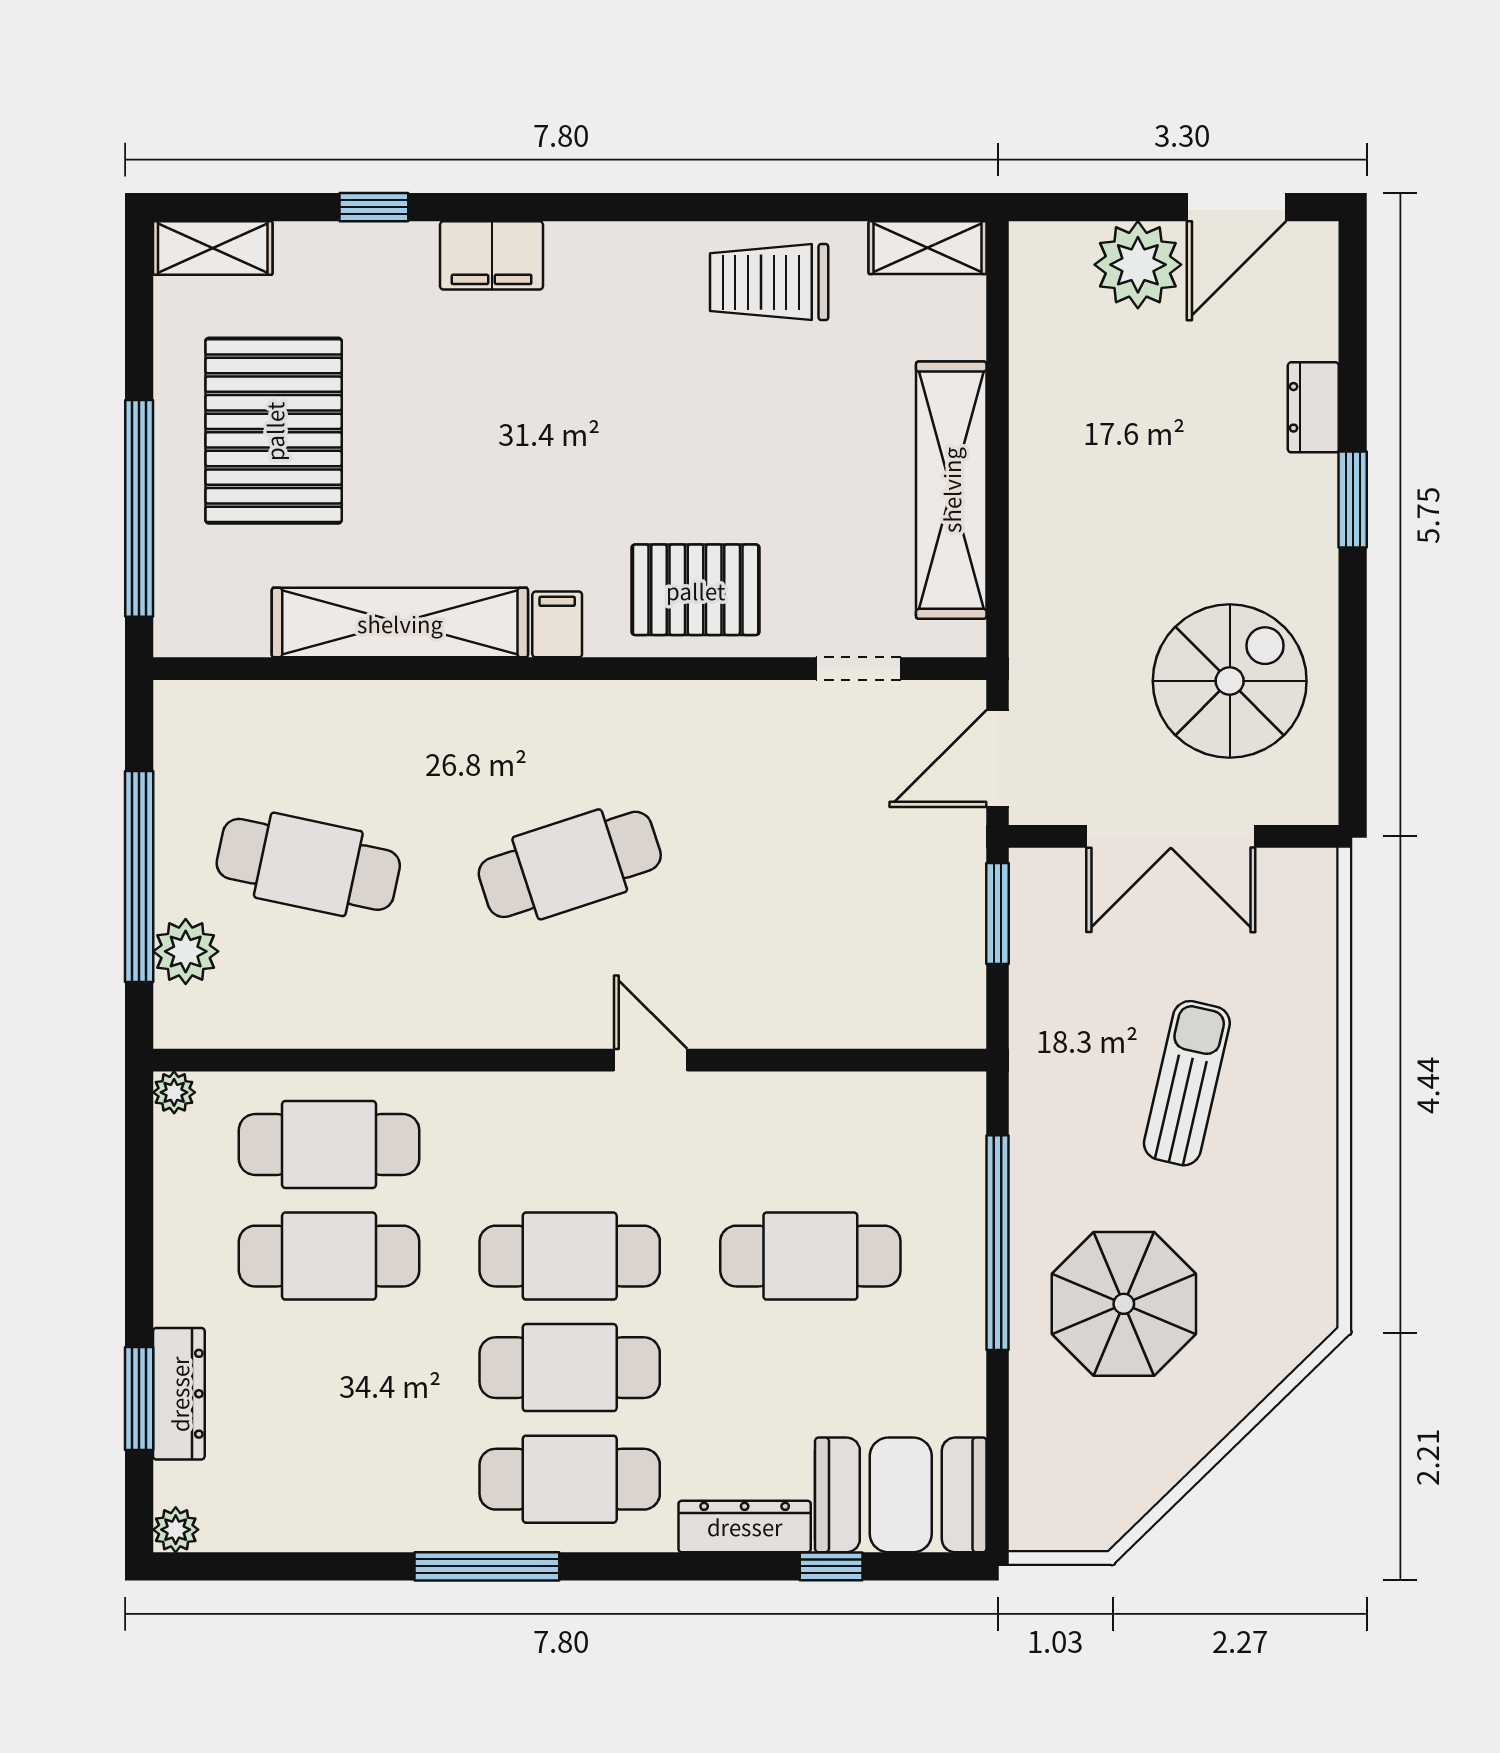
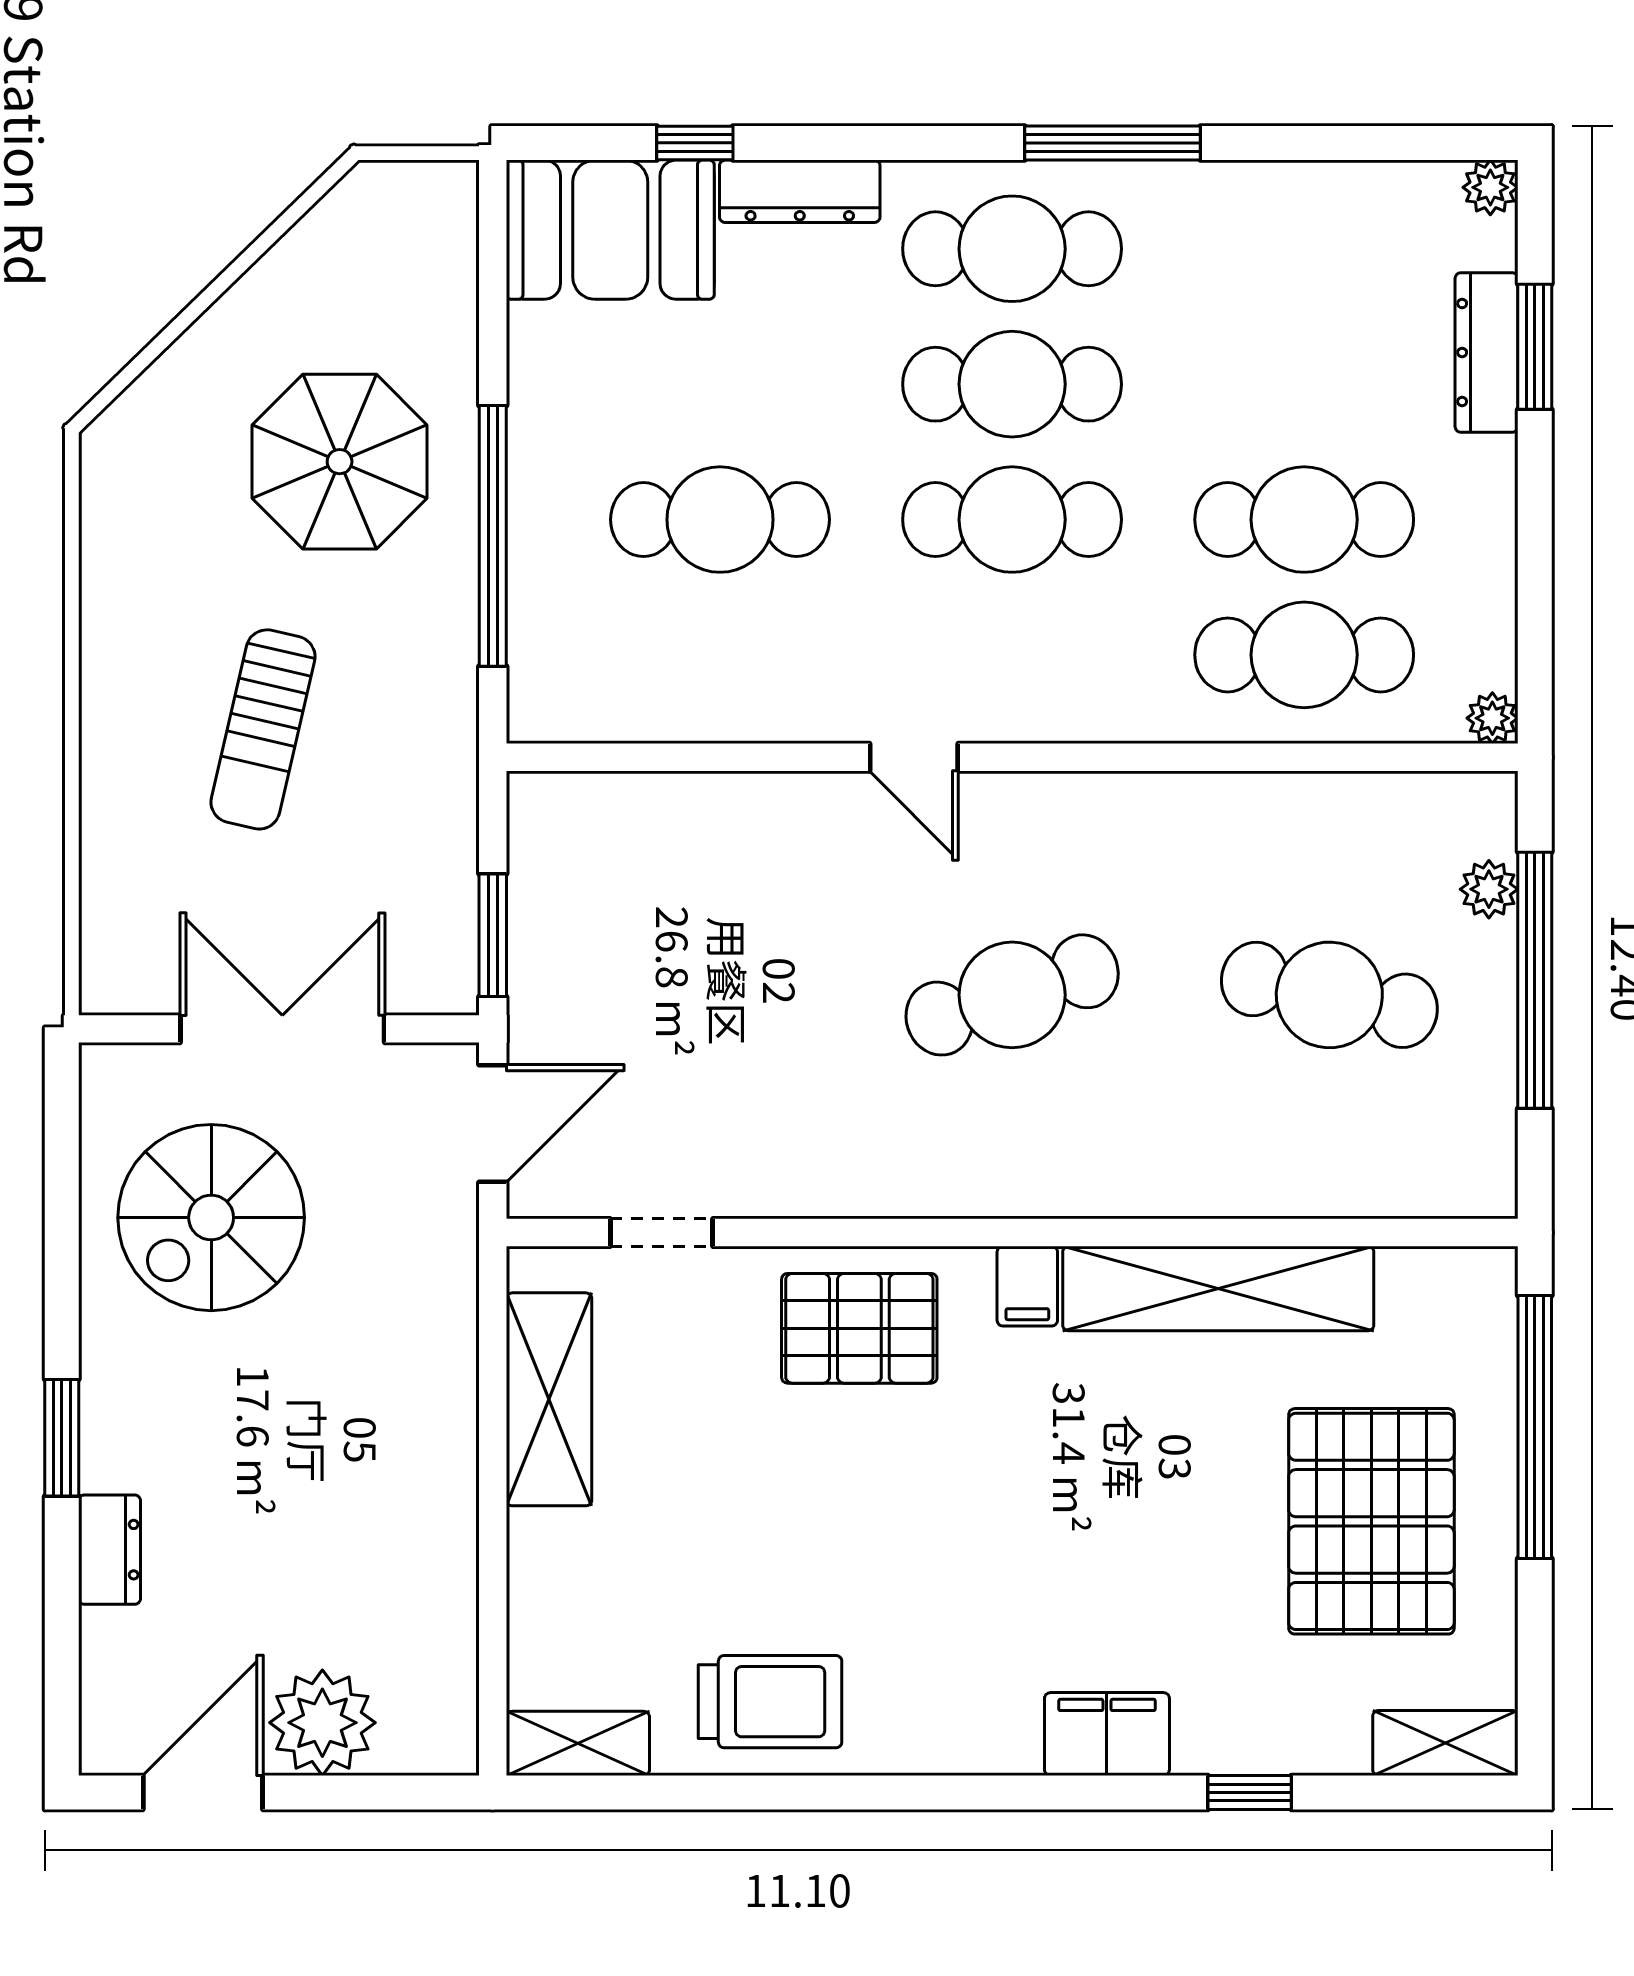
shelving: (951, 490) -> (549, 1399), width x0.68
plant: (186, 951) -> (1489, 889), width x0.73, depth x0.73

